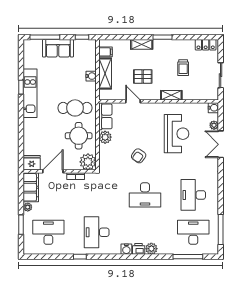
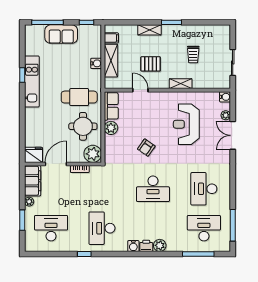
locker: (206, 45) -> (217, 30), removed
reception desk: (177, 134) -> (186, 124), turned 180

